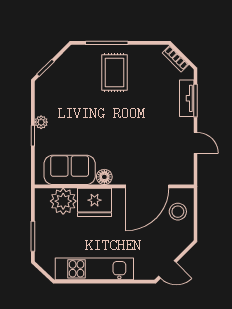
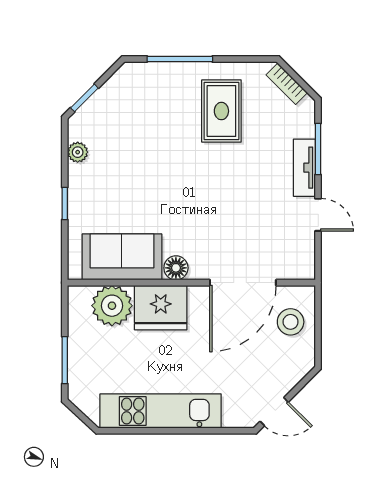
rug: (114, 73) -> (221, 111), moved
tv unit: (187, 98) -> (304, 168), moved
plant: (41, 122) -> (78, 152), moved

